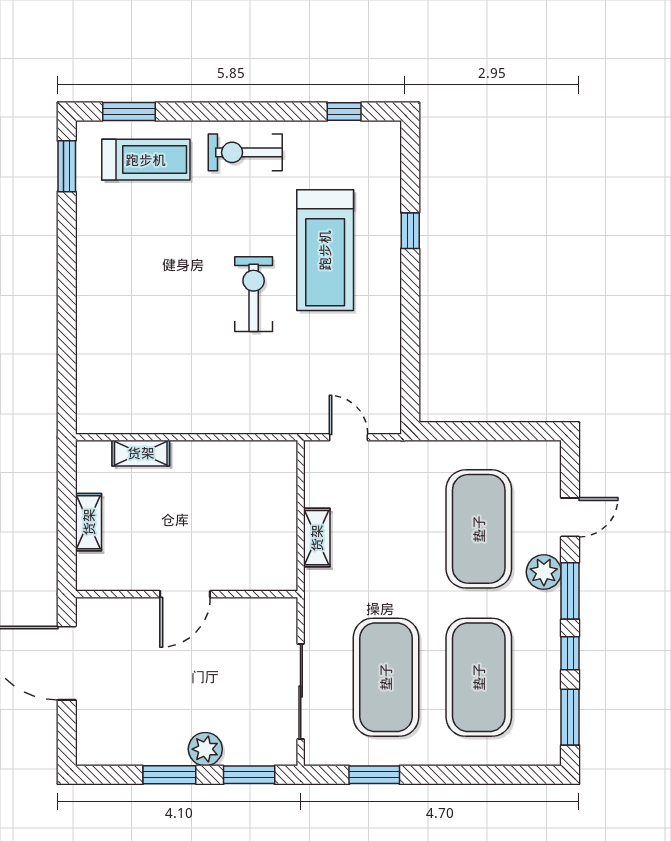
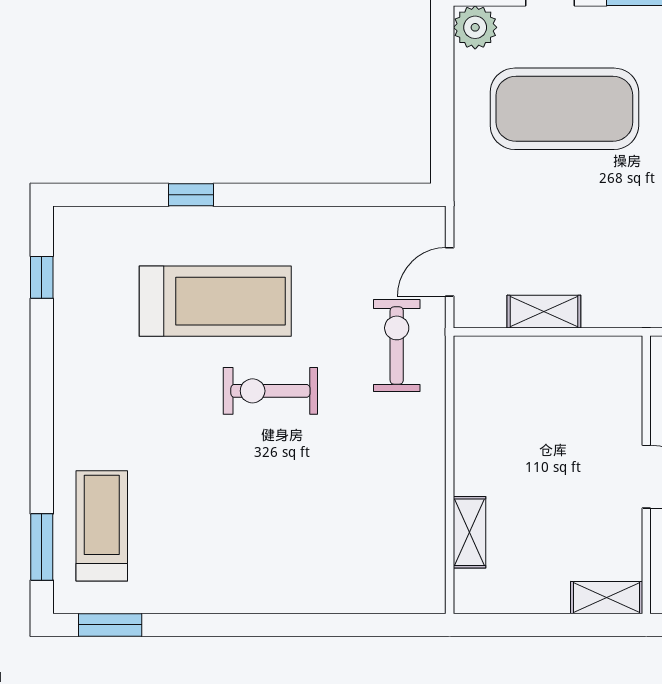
exercise bike: (245, 152) -> (397, 346), moved, turned 180
shelving: (89, 522) -> (607, 598), moved
shelving: (317, 538) -> (544, 312), moved
plant: (544, 572) -> (475, 27), moved

